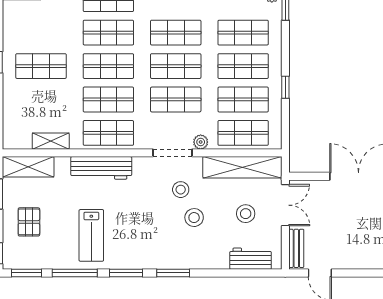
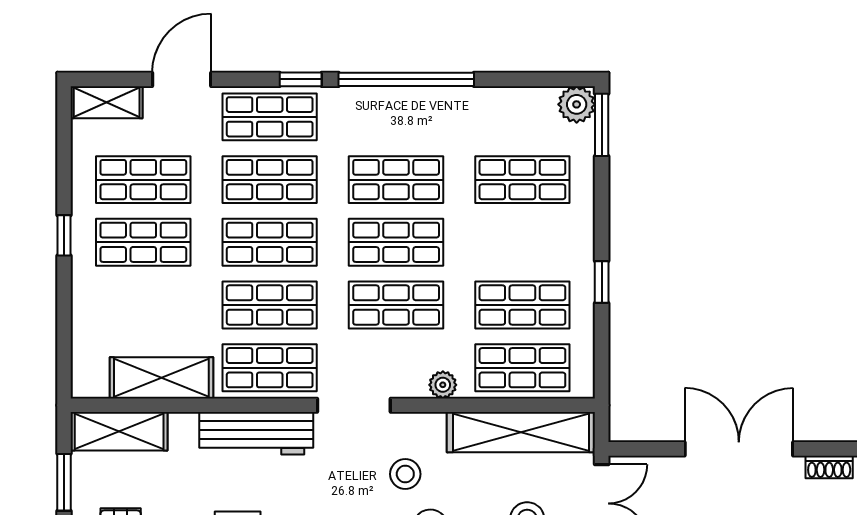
shop shelf: (243, 66) -> (143, 180), moved
shelving: (51, 141) -> (161, 378), width x1.50, depth x1.33
doorway: (173, 153) -> (354, 405), moved

